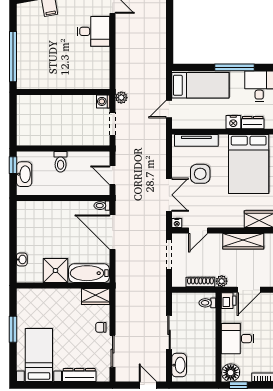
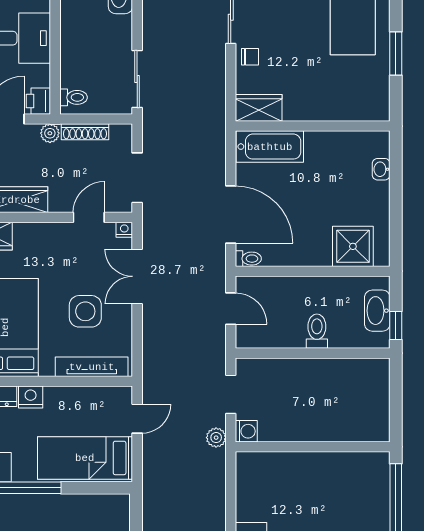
shower: (55, 271) -> (353, 246), moved
sliding door: (169, 332) -> (137, 79), moved

